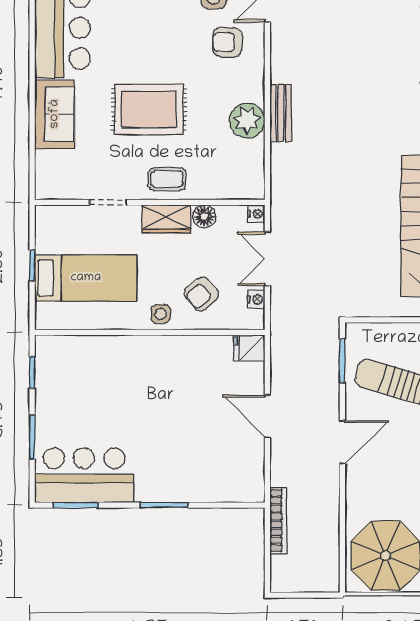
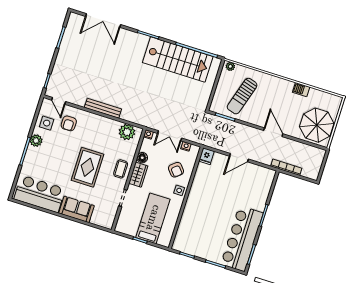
bench: (281, 113) -> (103, 108), width x1.36
plant: (247, 120) -> (127, 132), moved
door: (342, 442) -> (273, 132), moved
bar counter: (84, 475) -> (242, 239), width x1.36

